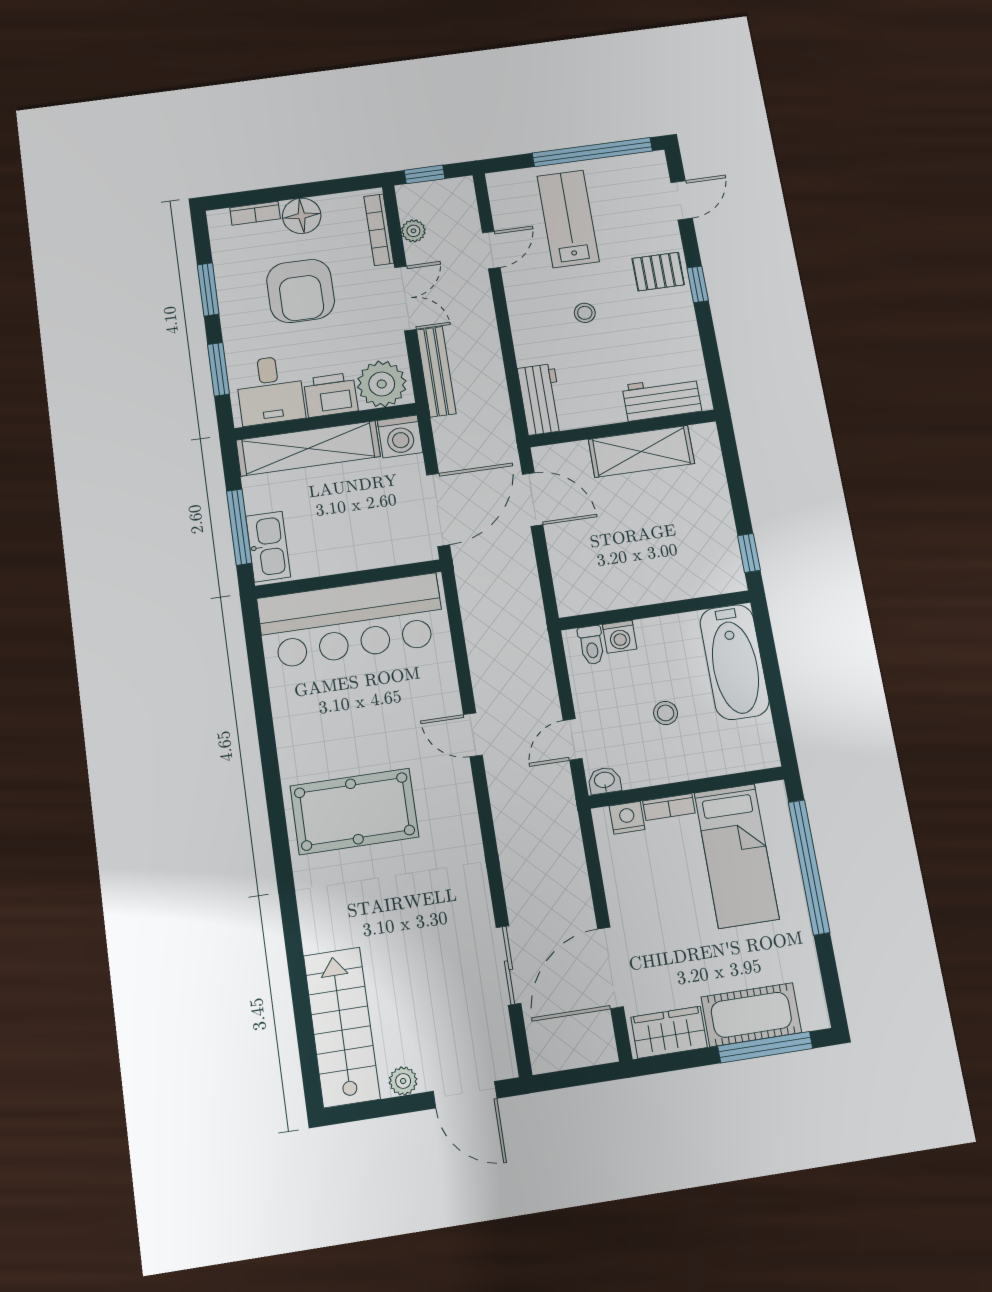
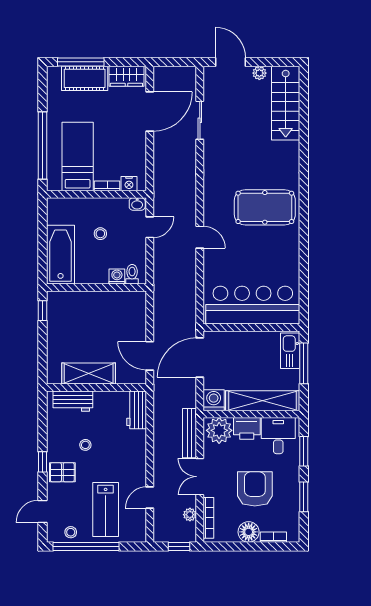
stool: (624, 172) -> (71, 532), added
stool: (585, 313) -> (85, 445), moved

